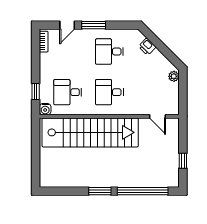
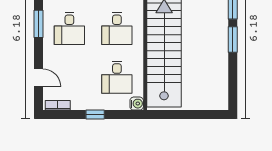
window: (94, 25) -> (39, 24), moved
window: (36, 91) -> (95, 115), moved

